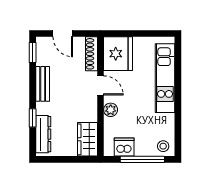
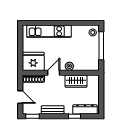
door: (63, 34) -> (20, 97), hinge flipped
wardrobe: (87, 139) -> (76, 81), moved
dishwasher: (124, 147) -> (93, 58), removed

